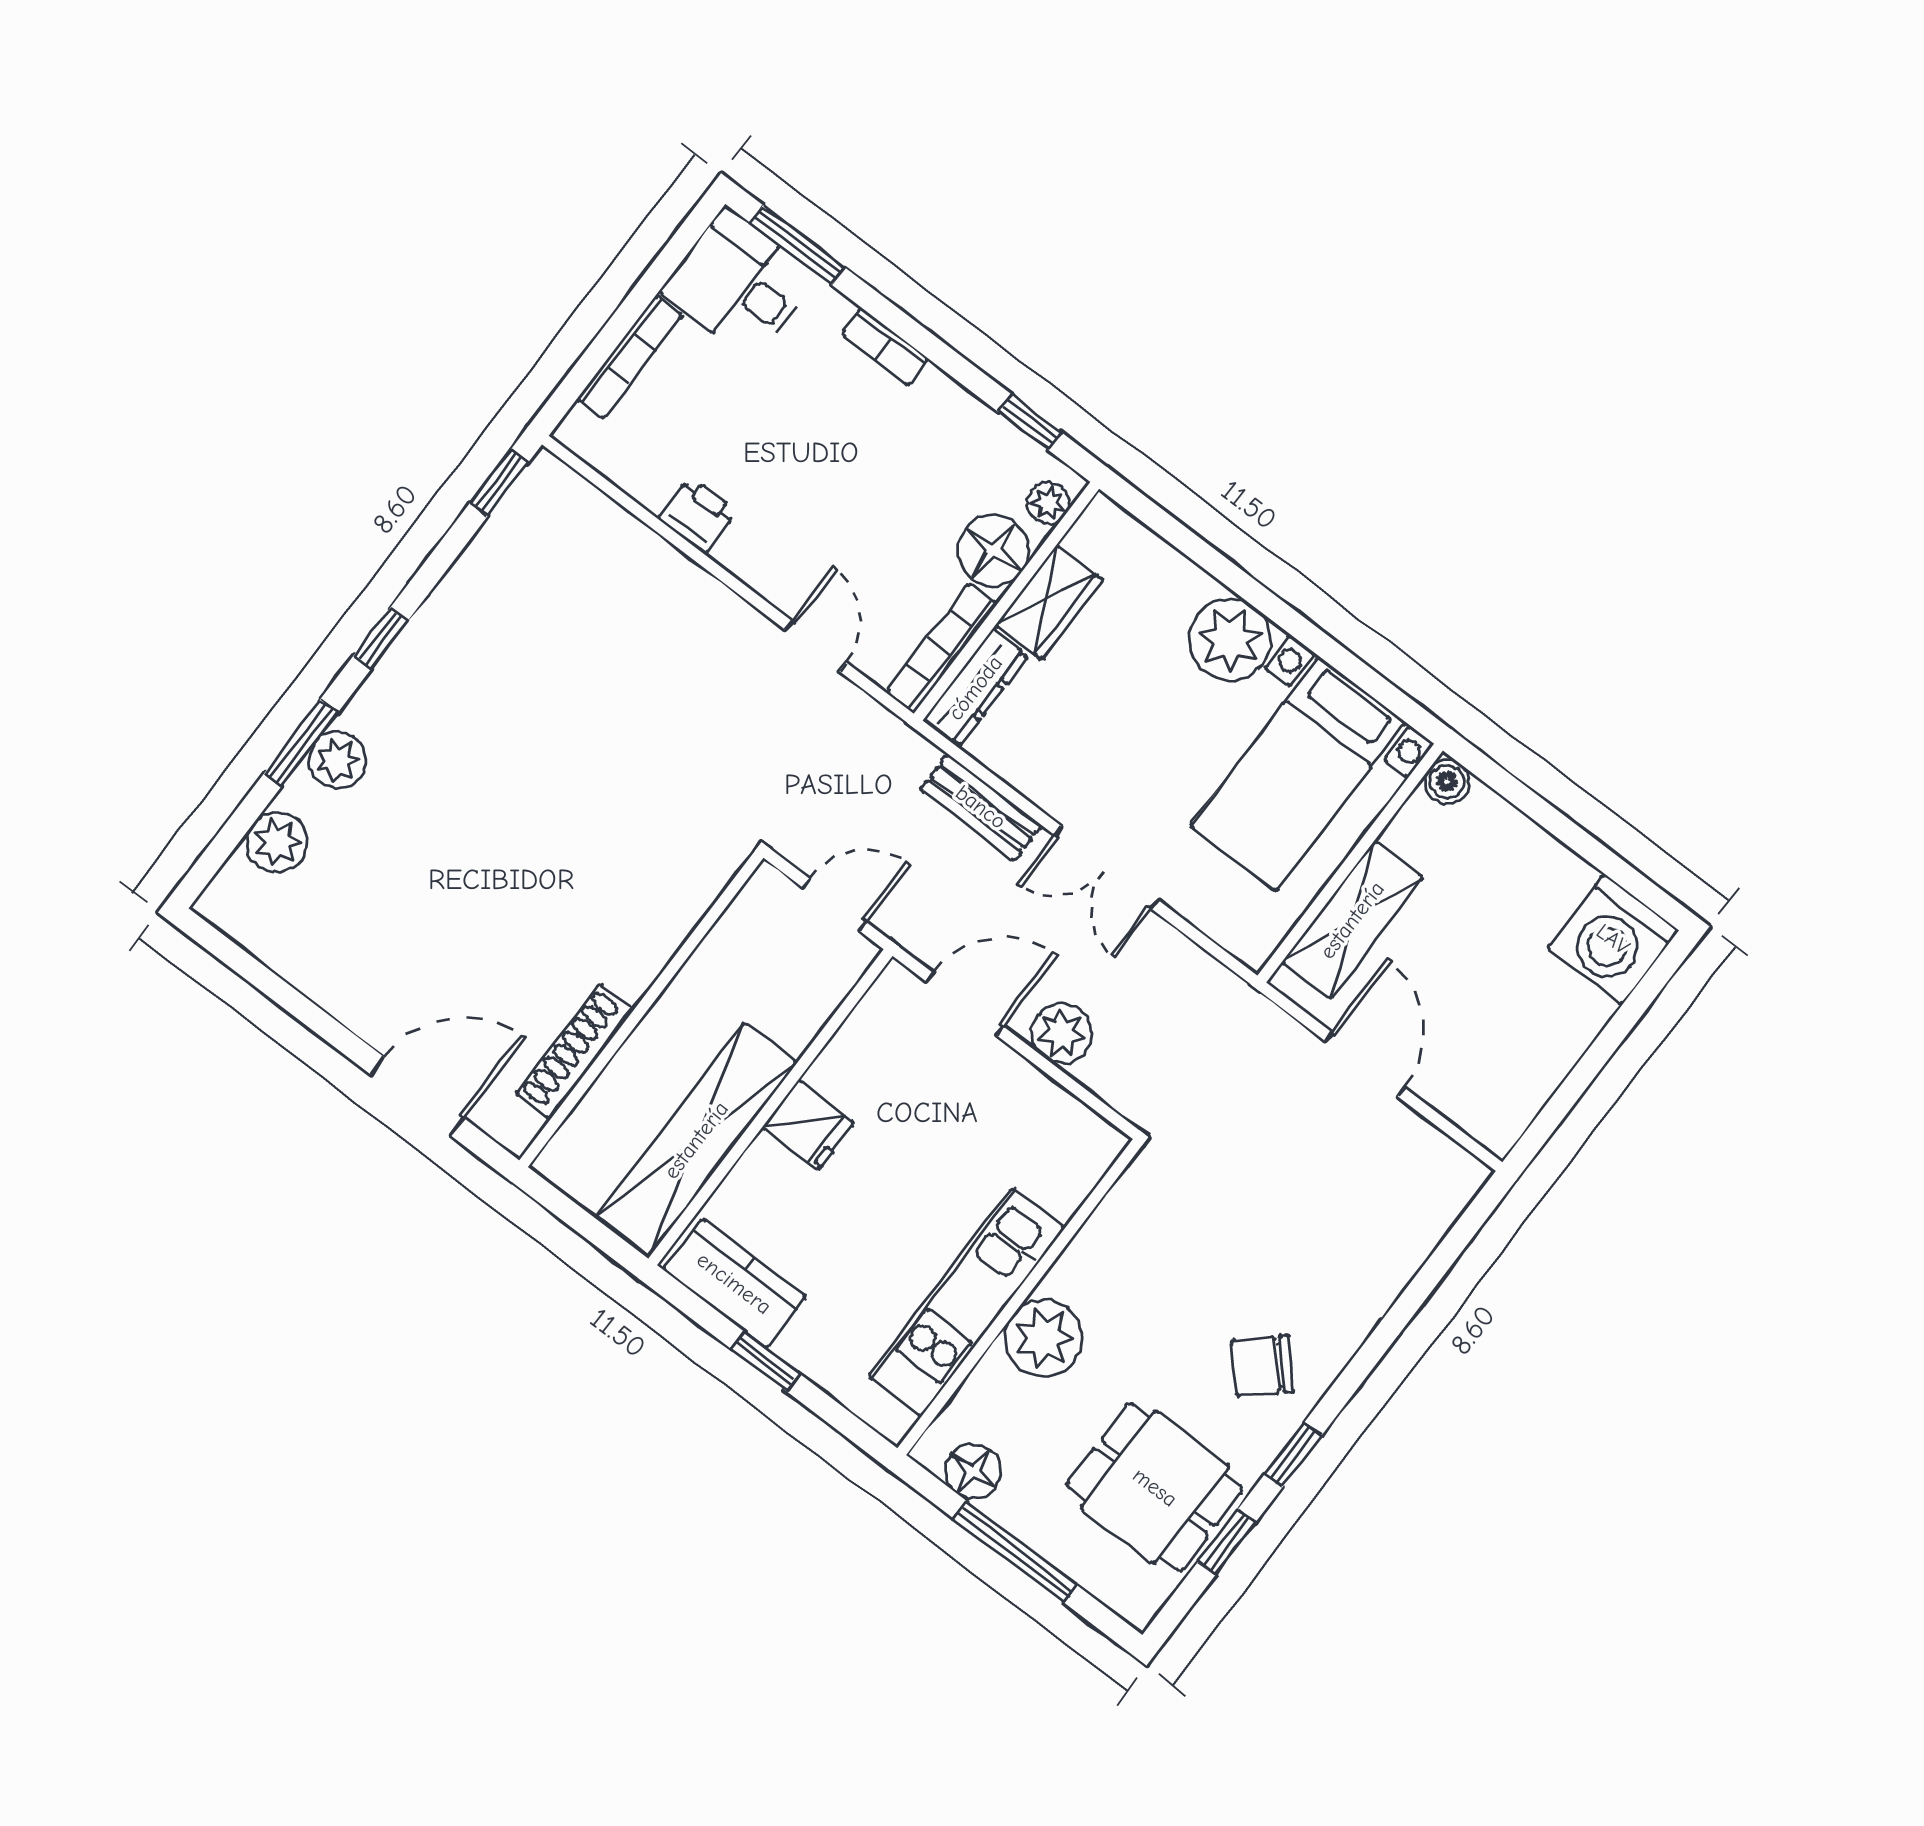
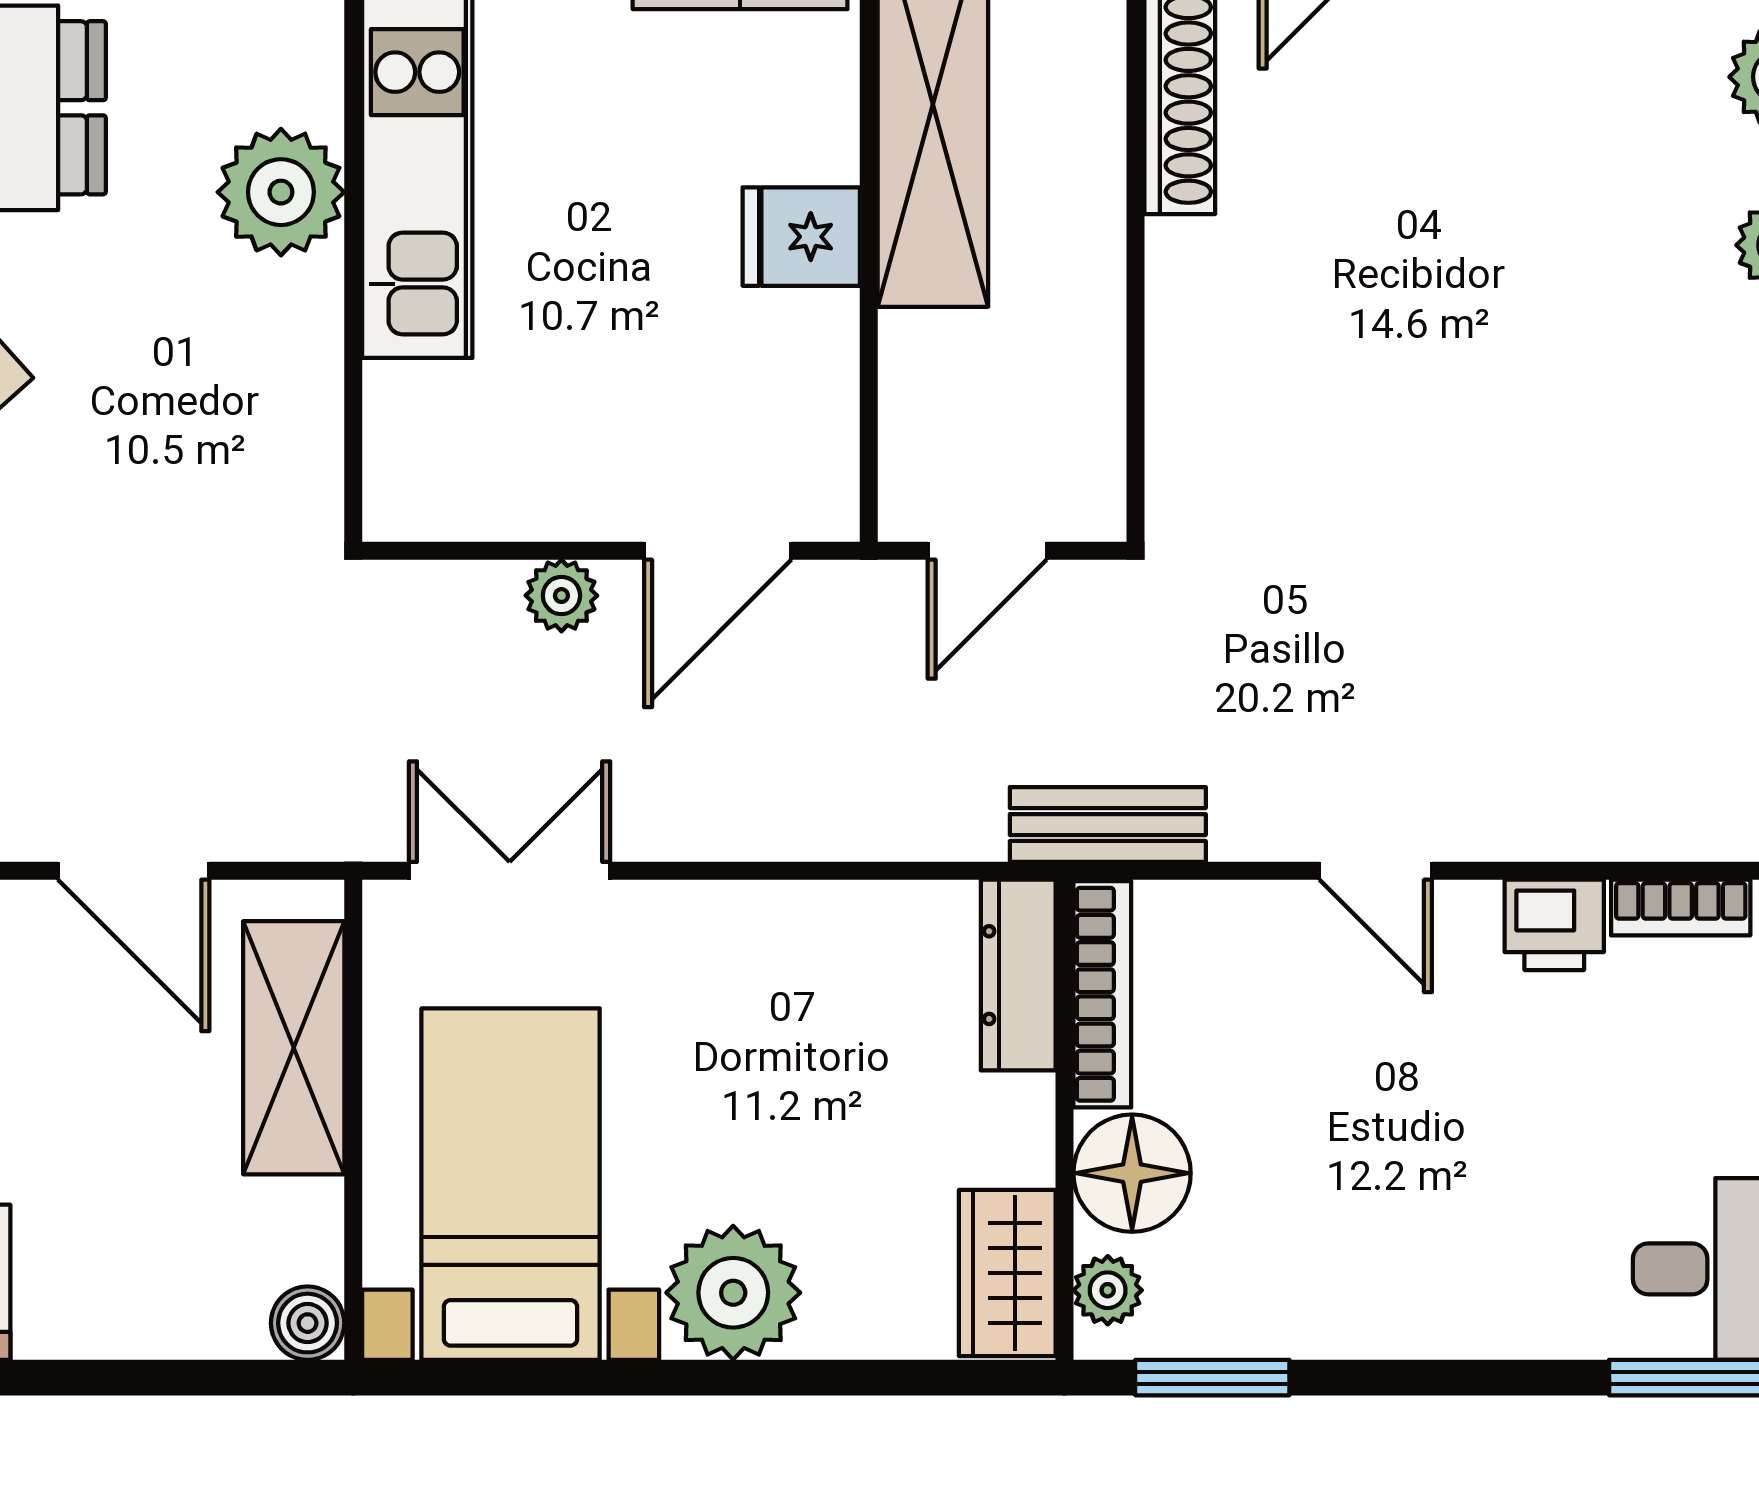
bookcase: (885, 347) -> (1681, 908), moved, turned 180
window: (1030, 422) -> (1212, 1378), width x1.50
wardrobe: (1049, 602) -> (1007, 1273), moved
door: (816, 646) -> (1376, 871), moved
bench: (981, 807) -> (1108, 825), moved
double door: (1106, 868) -> (510, 871), moved
plant: (1061, 1033) -> (561, 596), width x0.73, depth x0.73

